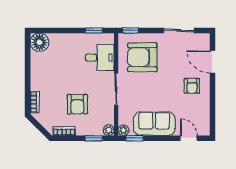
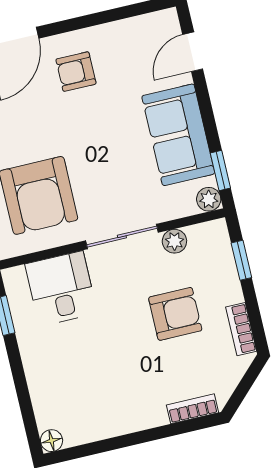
floor lamp: (39, 42) -> (52, 441), width x0.53, depth x0.53
armchair: (192, 86) -> (76, 72), turned 180
plant: (109, 130) -> (174, 241), moved

